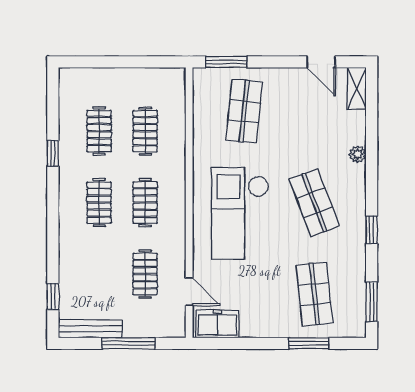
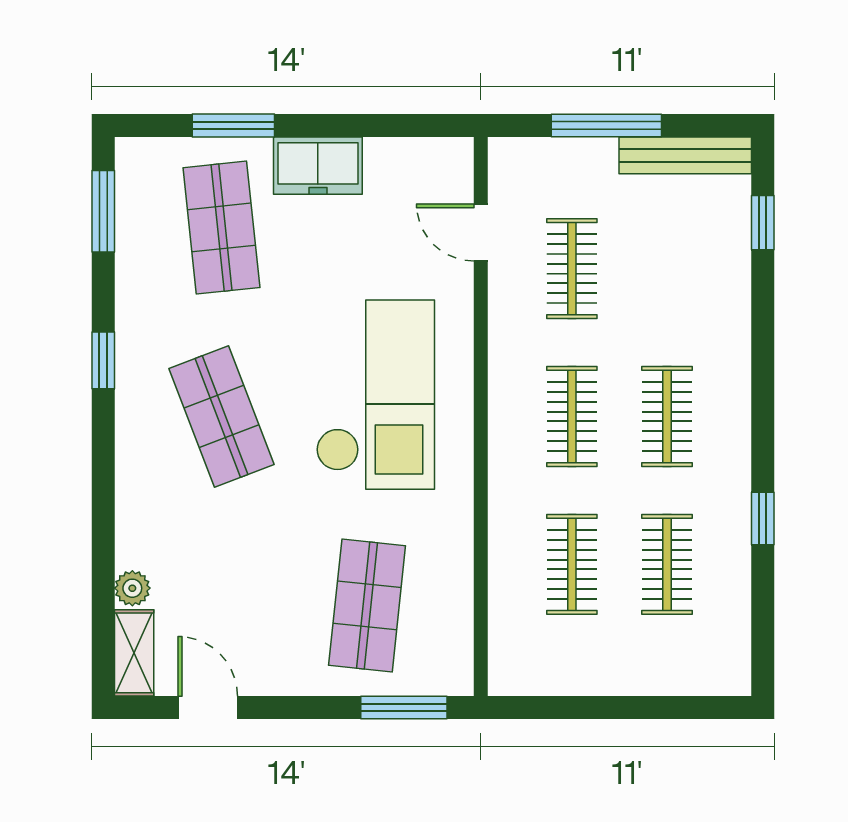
plant: (358, 154) -> (132, 588), moved
freezer: (217, 324) -> (318, 166), moved

